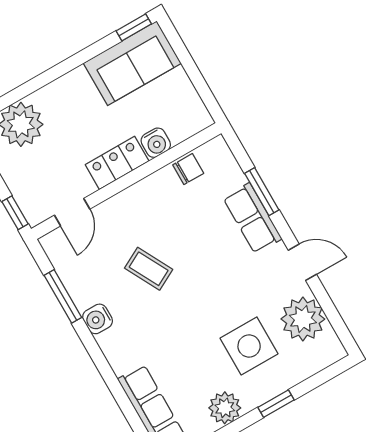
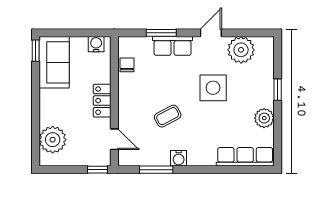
water cooler: (156, 143) -> (96, 44), moved, turned -90
side table: (249, 346) -> (213, 88), moved

